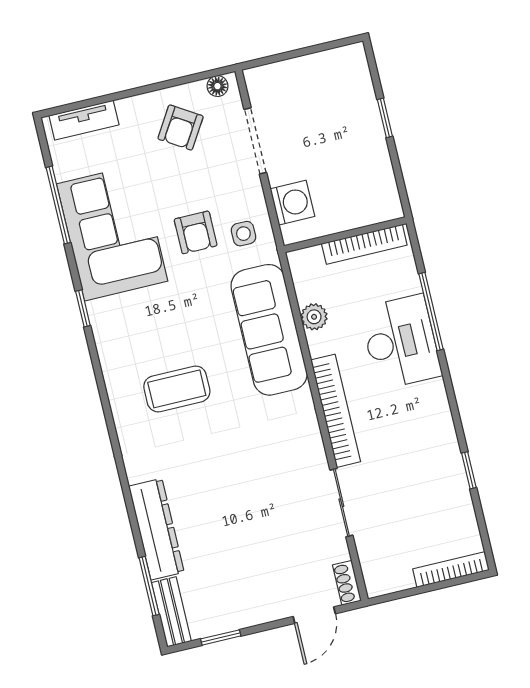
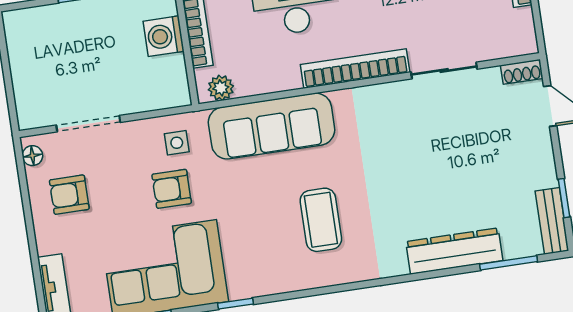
armchair: (181, 127) -> (69, 195), turned 148
washing machine: (292, 203) -> (164, 36), moved, turned -90
armchair: (196, 232) -> (172, 189), turned 180
plant: (314, 317) -> (221, 88), moved
bench: (171, 612) -> (552, 221), moved, turned 90

